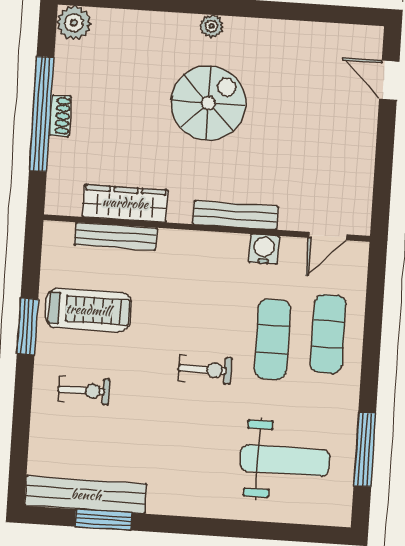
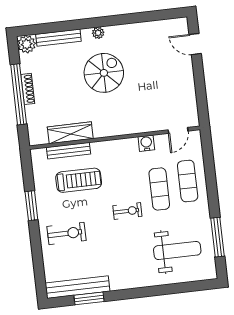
shoe rack: (60, 116) -> (28, 89), width x1.43
bench: (236, 215) -> (58, 38), moved
treadmill: (88, 310) -> (79, 180), moved
exercise bike: (84, 390) -> (67, 233), width x1.38, depth x1.39

